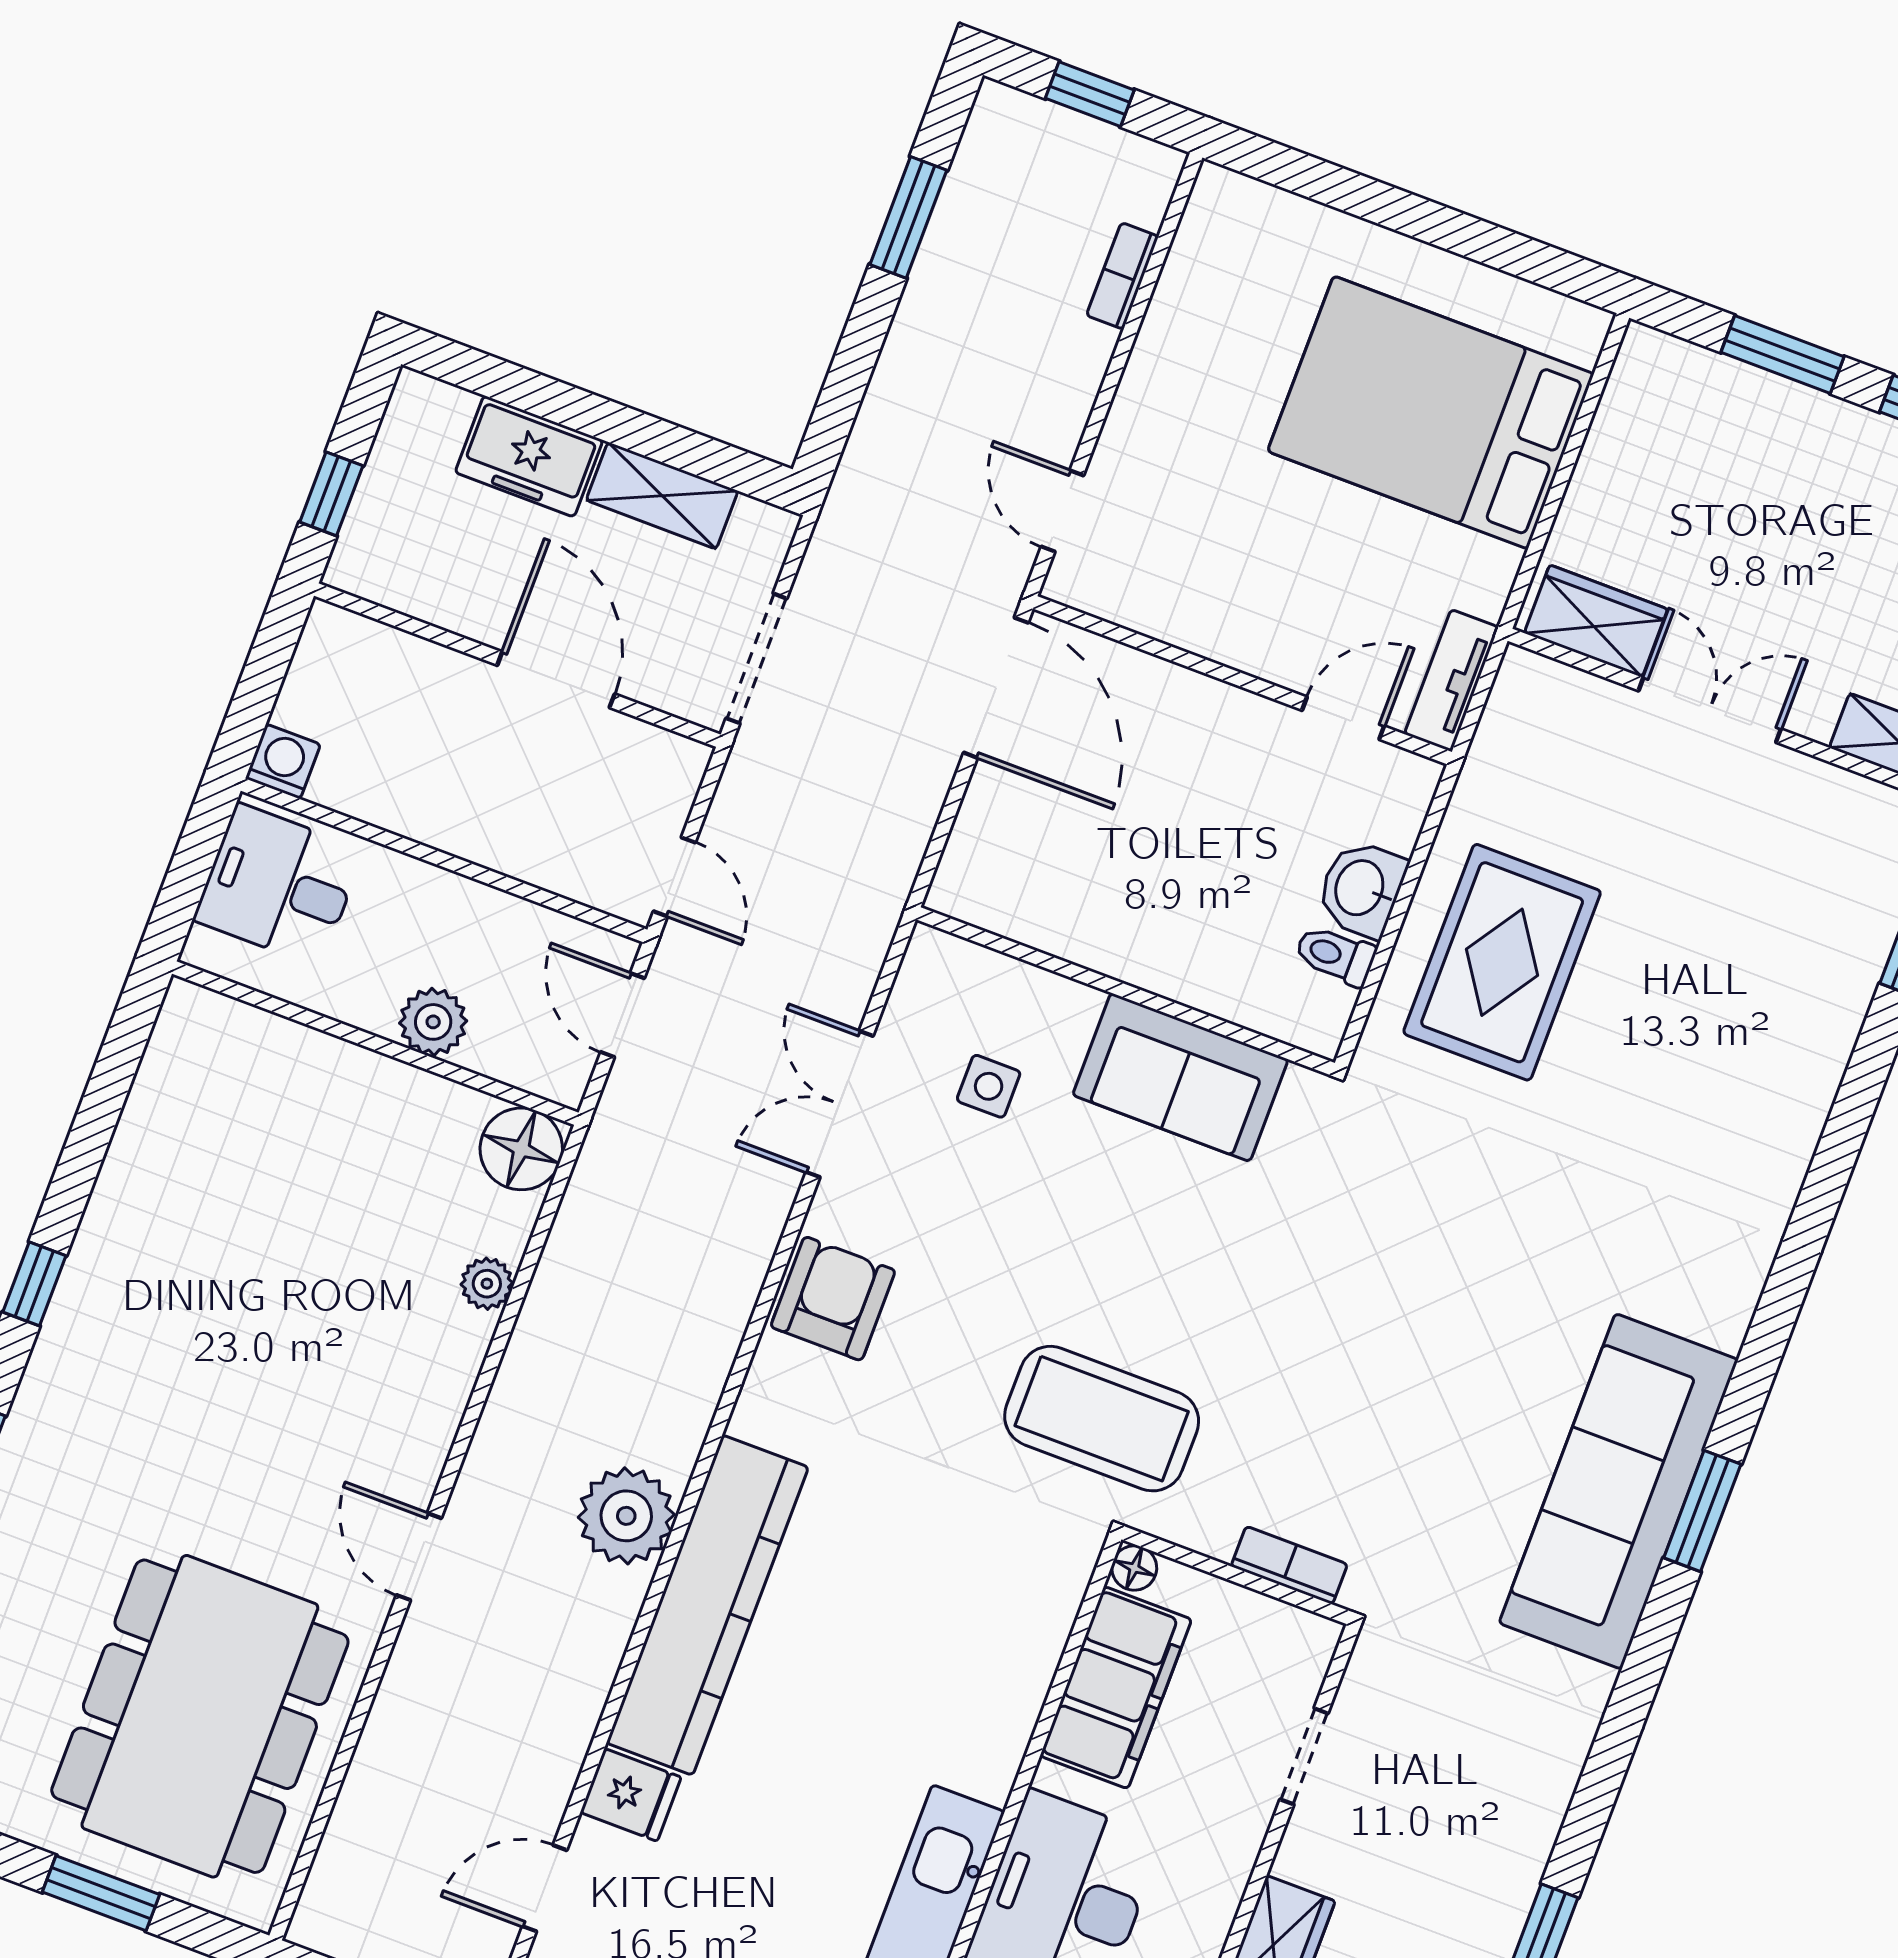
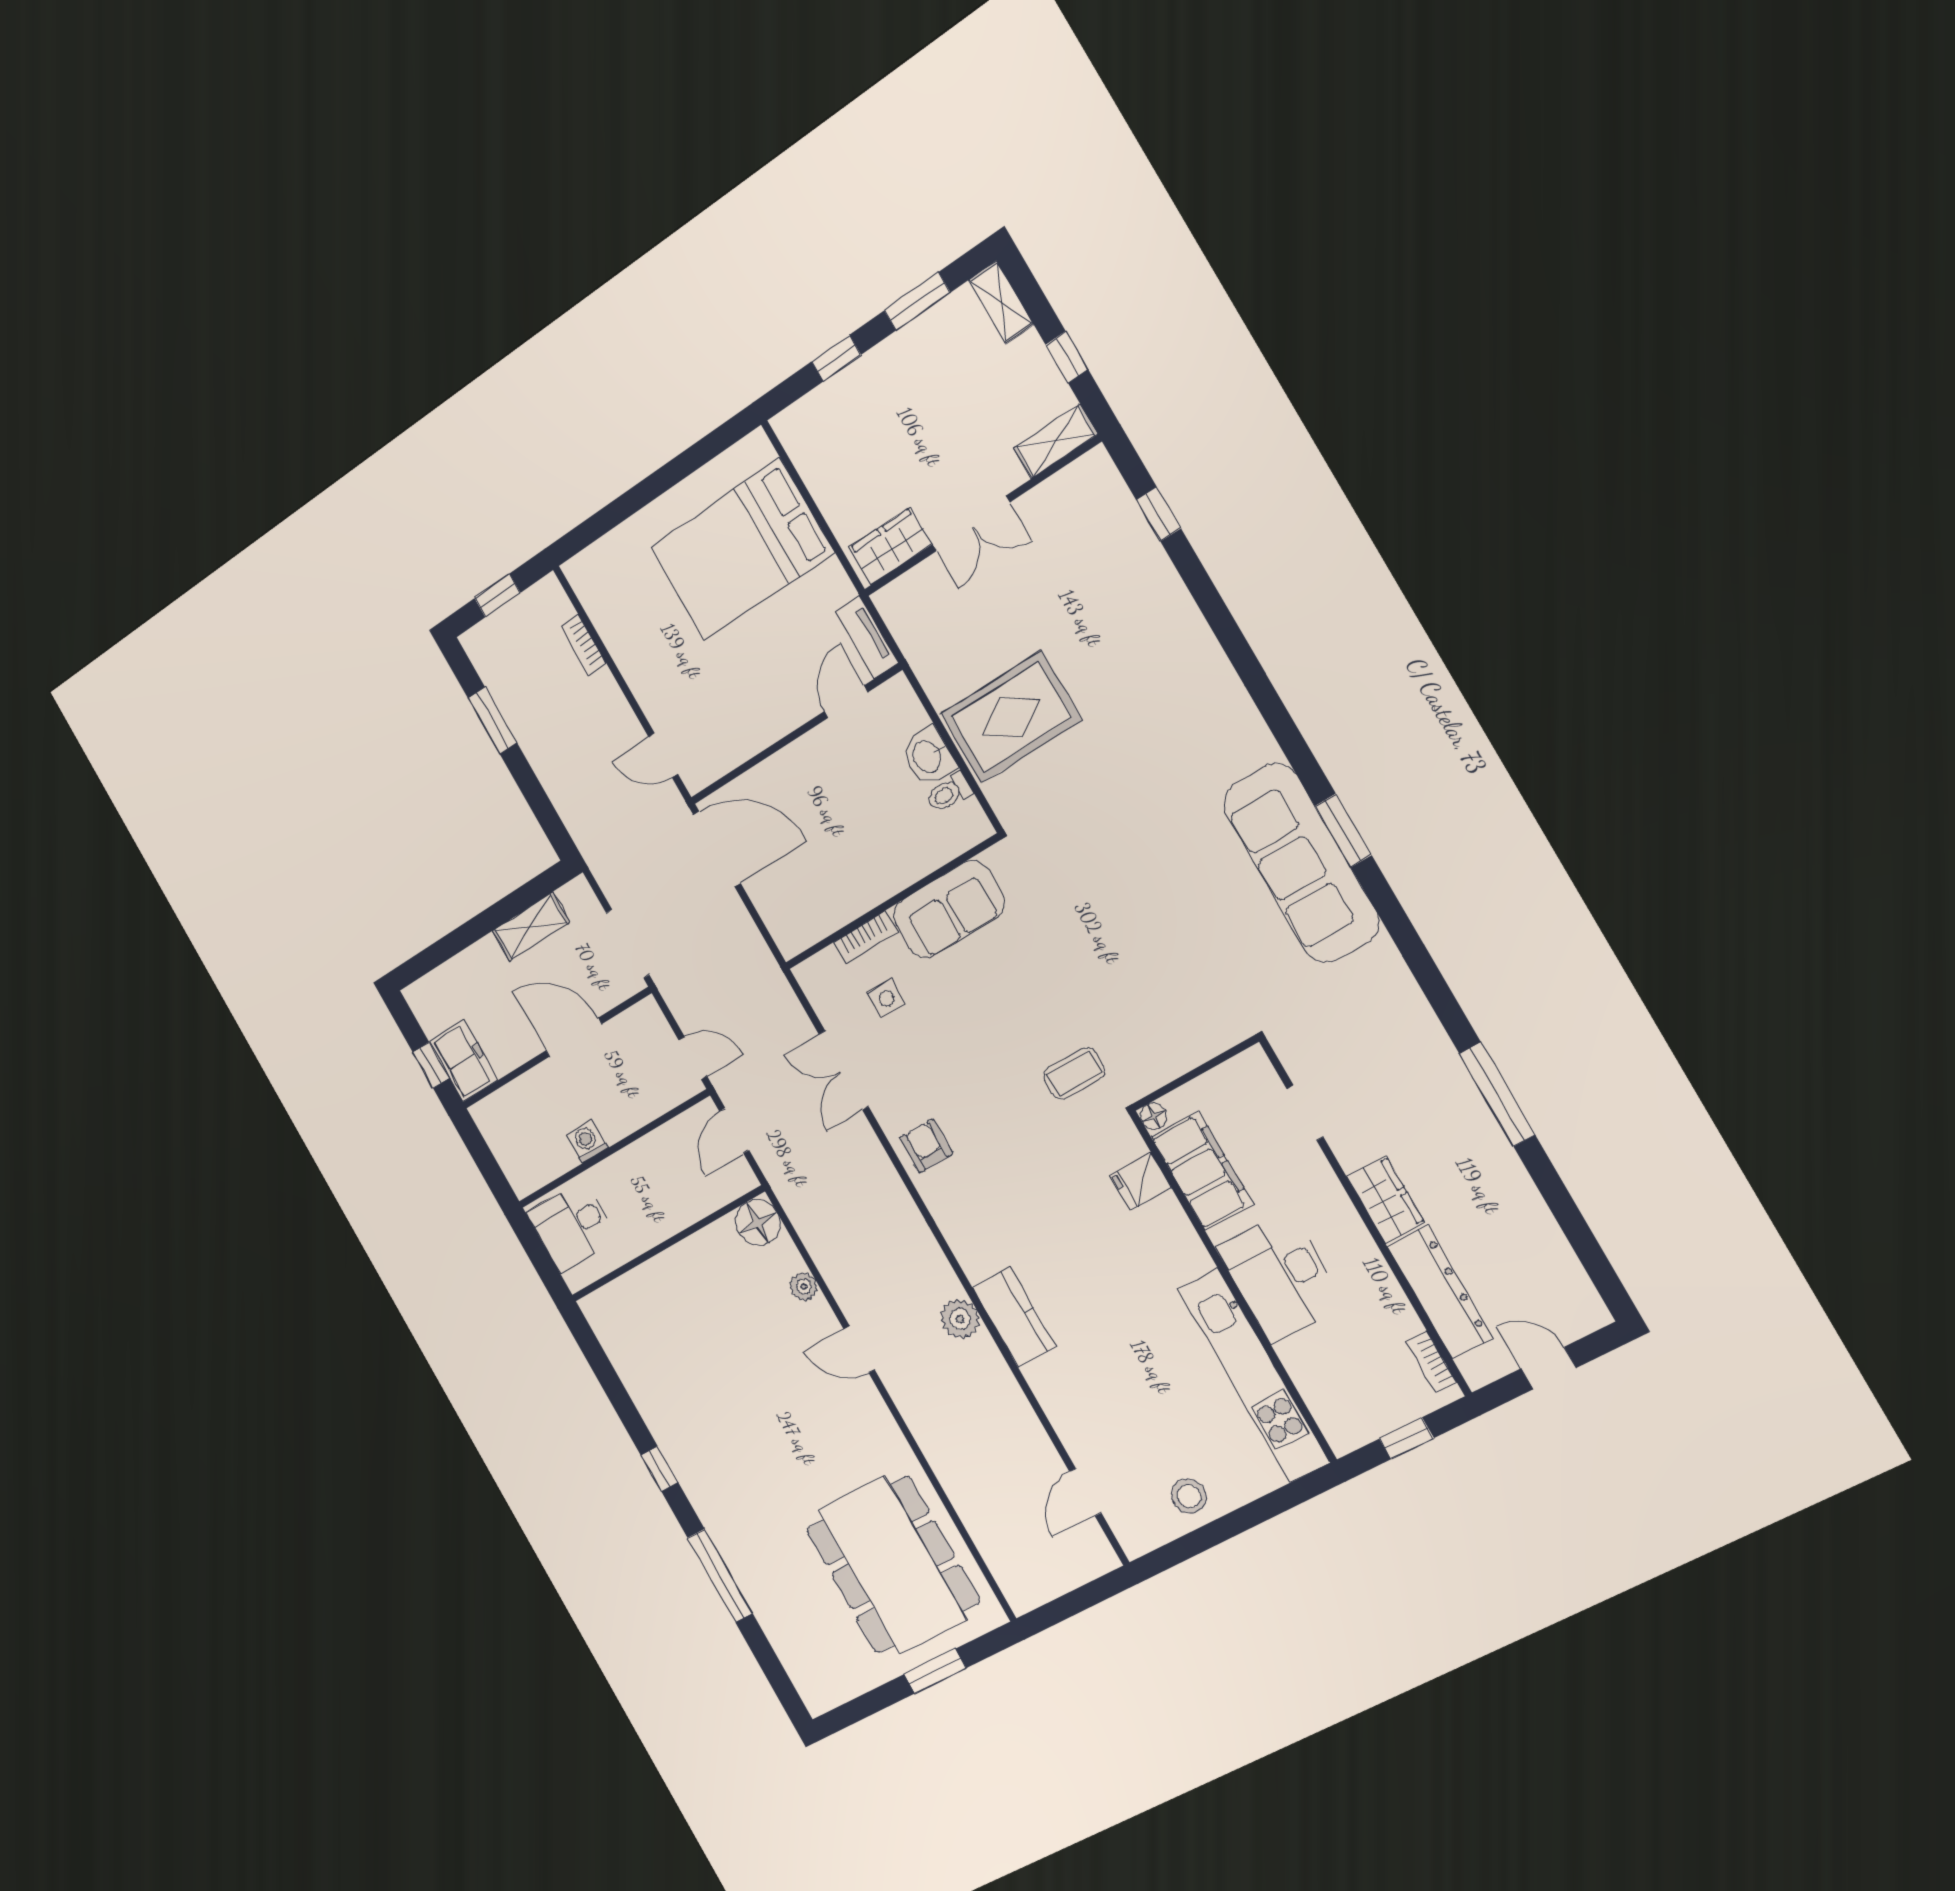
window: (1783, 354) -> (836, 358), width x0.67
freezer: (529, 456) -> (463, 1061), moved, turned -90
double door: (1710, 710) -> (971, 523), swing flipped
washing machine: (283, 761) -> (587, 1142), moved
rug: (1502, 962) -> (1011, 717), turned 90
door: (622, 1015) -> (734, 1131), hinge flipped
plant: (433, 1022) -> (677, 1212), removed
armchair: (833, 1299) -> (926, 1146), width x0.72, depth x0.72
coffee table: (1102, 1419) -> (1074, 1073), width x0.54, depth x0.58
plant: (626, 1516) -> (960, 1319), width x0.73, depth x0.73
door: (419, 1557) -> (859, 1349), moved
bookcase: (1289, 1565) -> (865, 937), moved, turned 180
kitchen counter: (707, 1605) -> (1014, 1317), width x0.48, depth x0.86
fridge: (631, 1795) -> (1141, 1181), moved, turned 180

